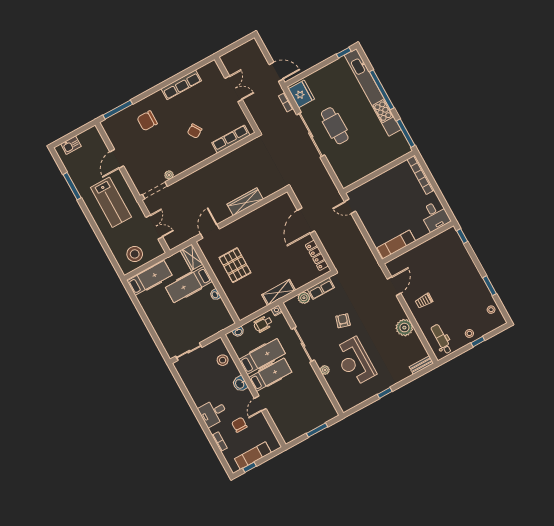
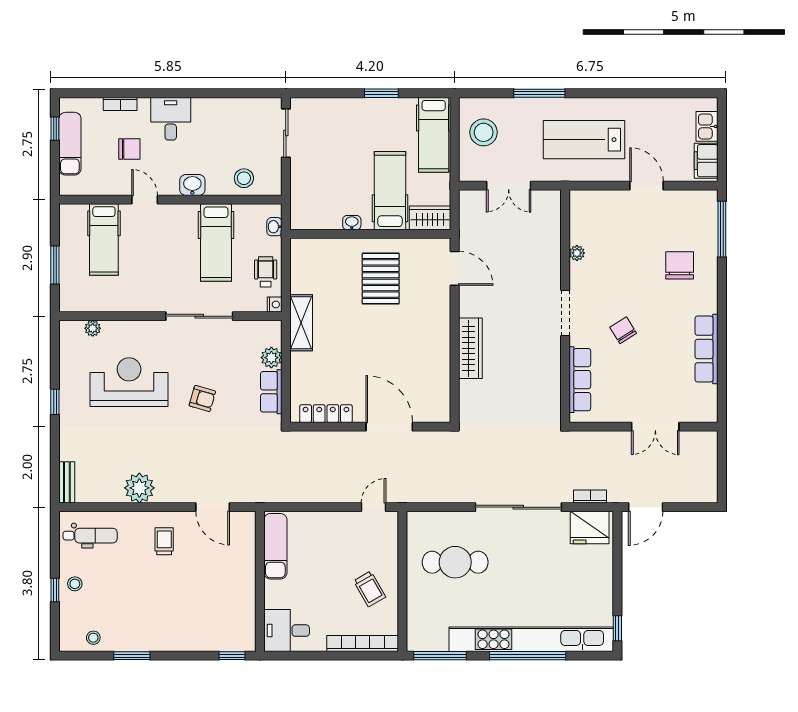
cafe table: (335, 126) -> (455, 562), moved
filing cabinet: (88, 136) -> (706, 161), added
window: (72, 186) -> (539, 93), moved
trolley: (392, 186) -> (370, 589), added
doorway: (155, 190) -> (565, 313), moved
pallet: (235, 265) -> (381, 278), turned 90
window: (143, 315) -> (381, 93), added
plant: (325, 370) -> (93, 328), moved
hospital bed: (270, 375) -> (104, 240), moved

